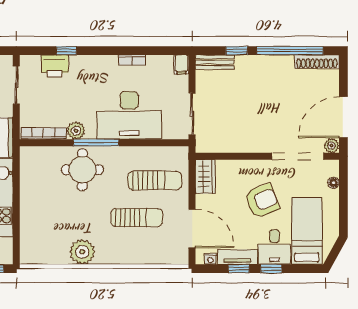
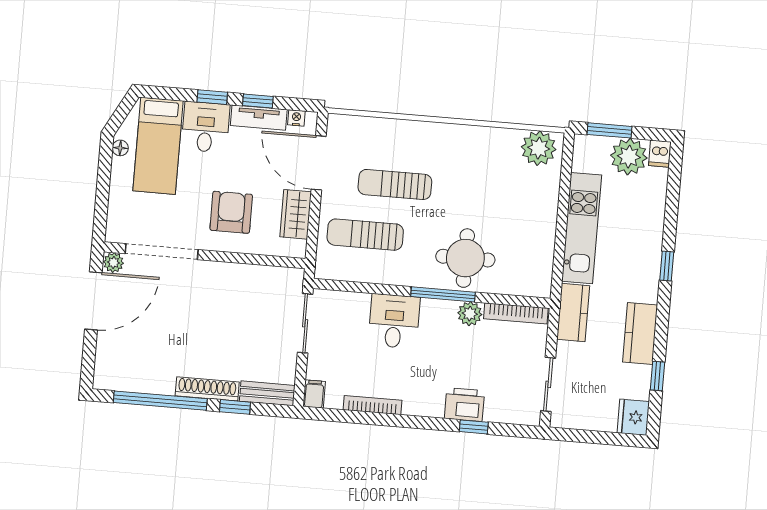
bookcase: (132, 60) -> (373, 405), width x1.56
shoe rack: (317, 62) -> (207, 389), moved
printer: (55, 66) -> (464, 405), moved
desk: (129, 115) -> (394, 321), width x0.53, depth x0.77
wardrobe: (205, 177) -> (296, 214), moved
floor lamp: (333, 183) -> (120, 148), moved
armchair: (262, 201) -> (231, 212), moved, turned 112
plant: (82, 252) -> (539, 148), moved

